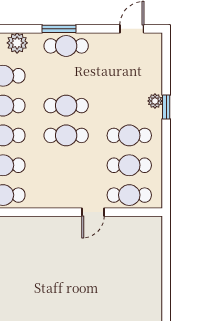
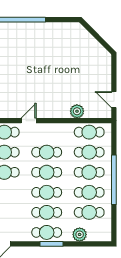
cafe table: (66, 76) -> (47, 212), added
cafe table: (66, 165) -> (47, 152), added
plant: (21, 226) -> (77, 111), added

